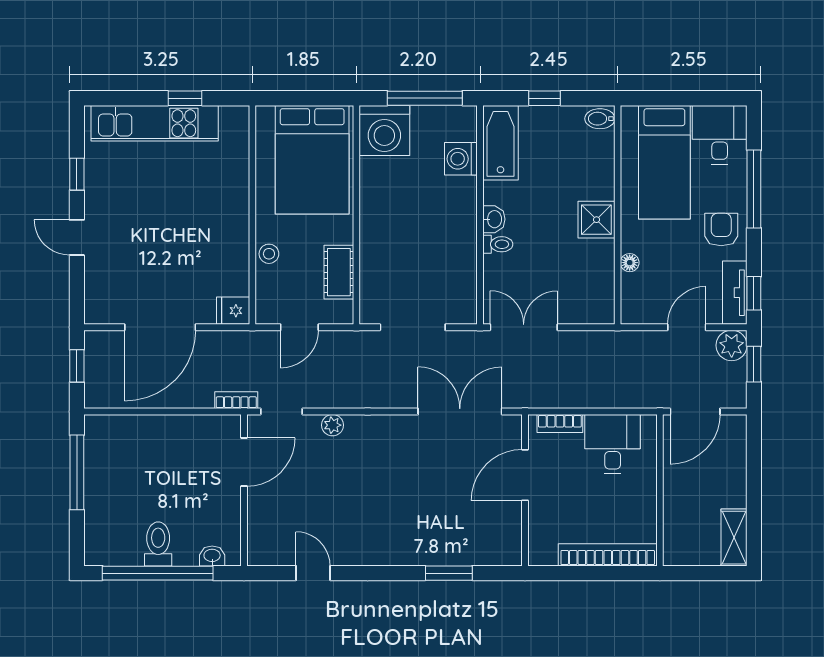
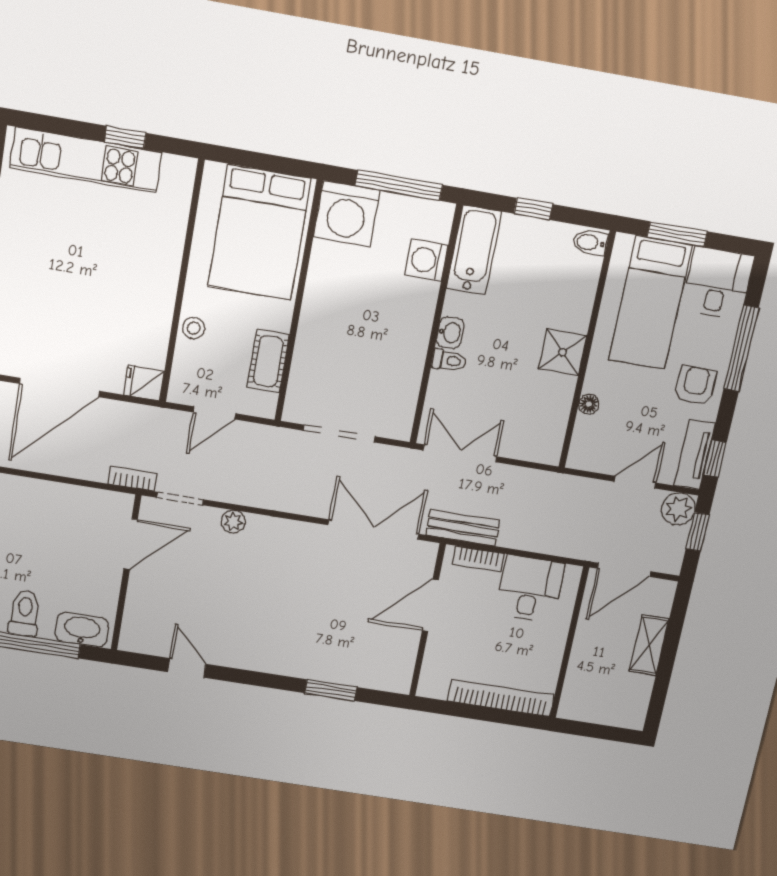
window: (674, 98) -> (677, 234), added
bench: (540, 396) -> (463, 528), added
shelving: (734, 538) -> (649, 645), moved
washbasin: (212, 556) -> (82, 630), width x1.91, depth x1.45

